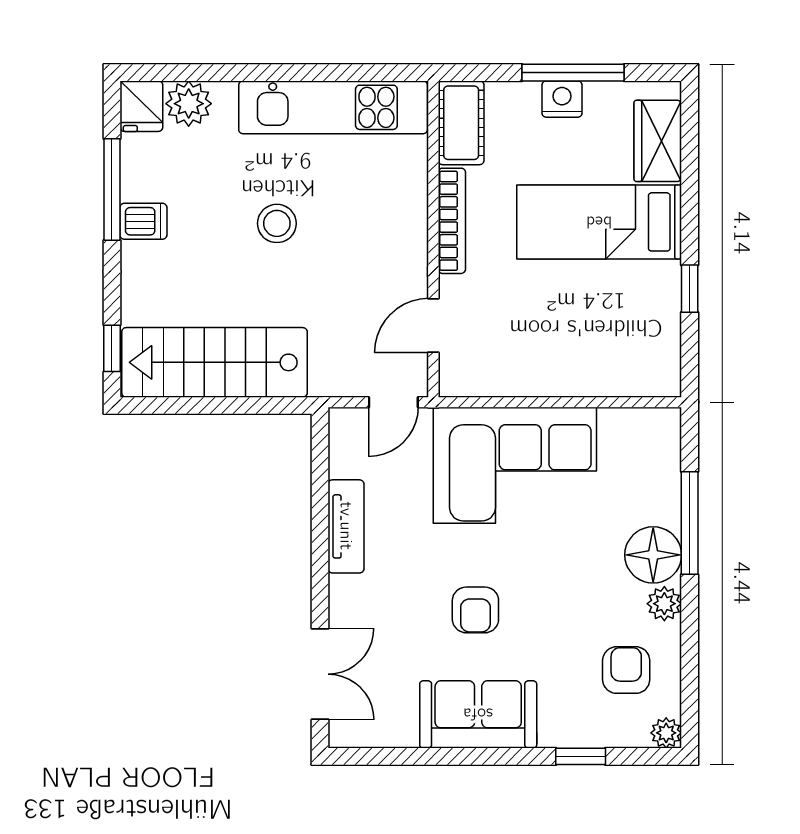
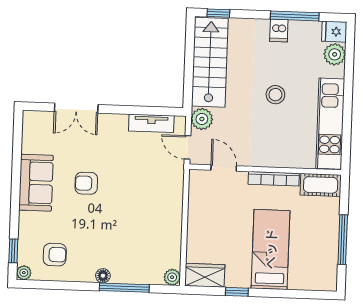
nightstand: (562, 99) -> (330, 234), removed
wardrobe: (658, 141) -> (205, 275), moved
plant: (333, 375) -> (202, 119), added
corner sofa: (515, 465) -> (155, 205), removed
tv unit: (346, 526) -> (151, 123), moved
floor lamp: (653, 555) -> (103, 276), width x0.53, depth x0.53
plant: (664, 604) -> (172, 277), moved
double door: (320, 674) -> (76, 108), moved
window: (581, 756) -> (13, 251), moved

